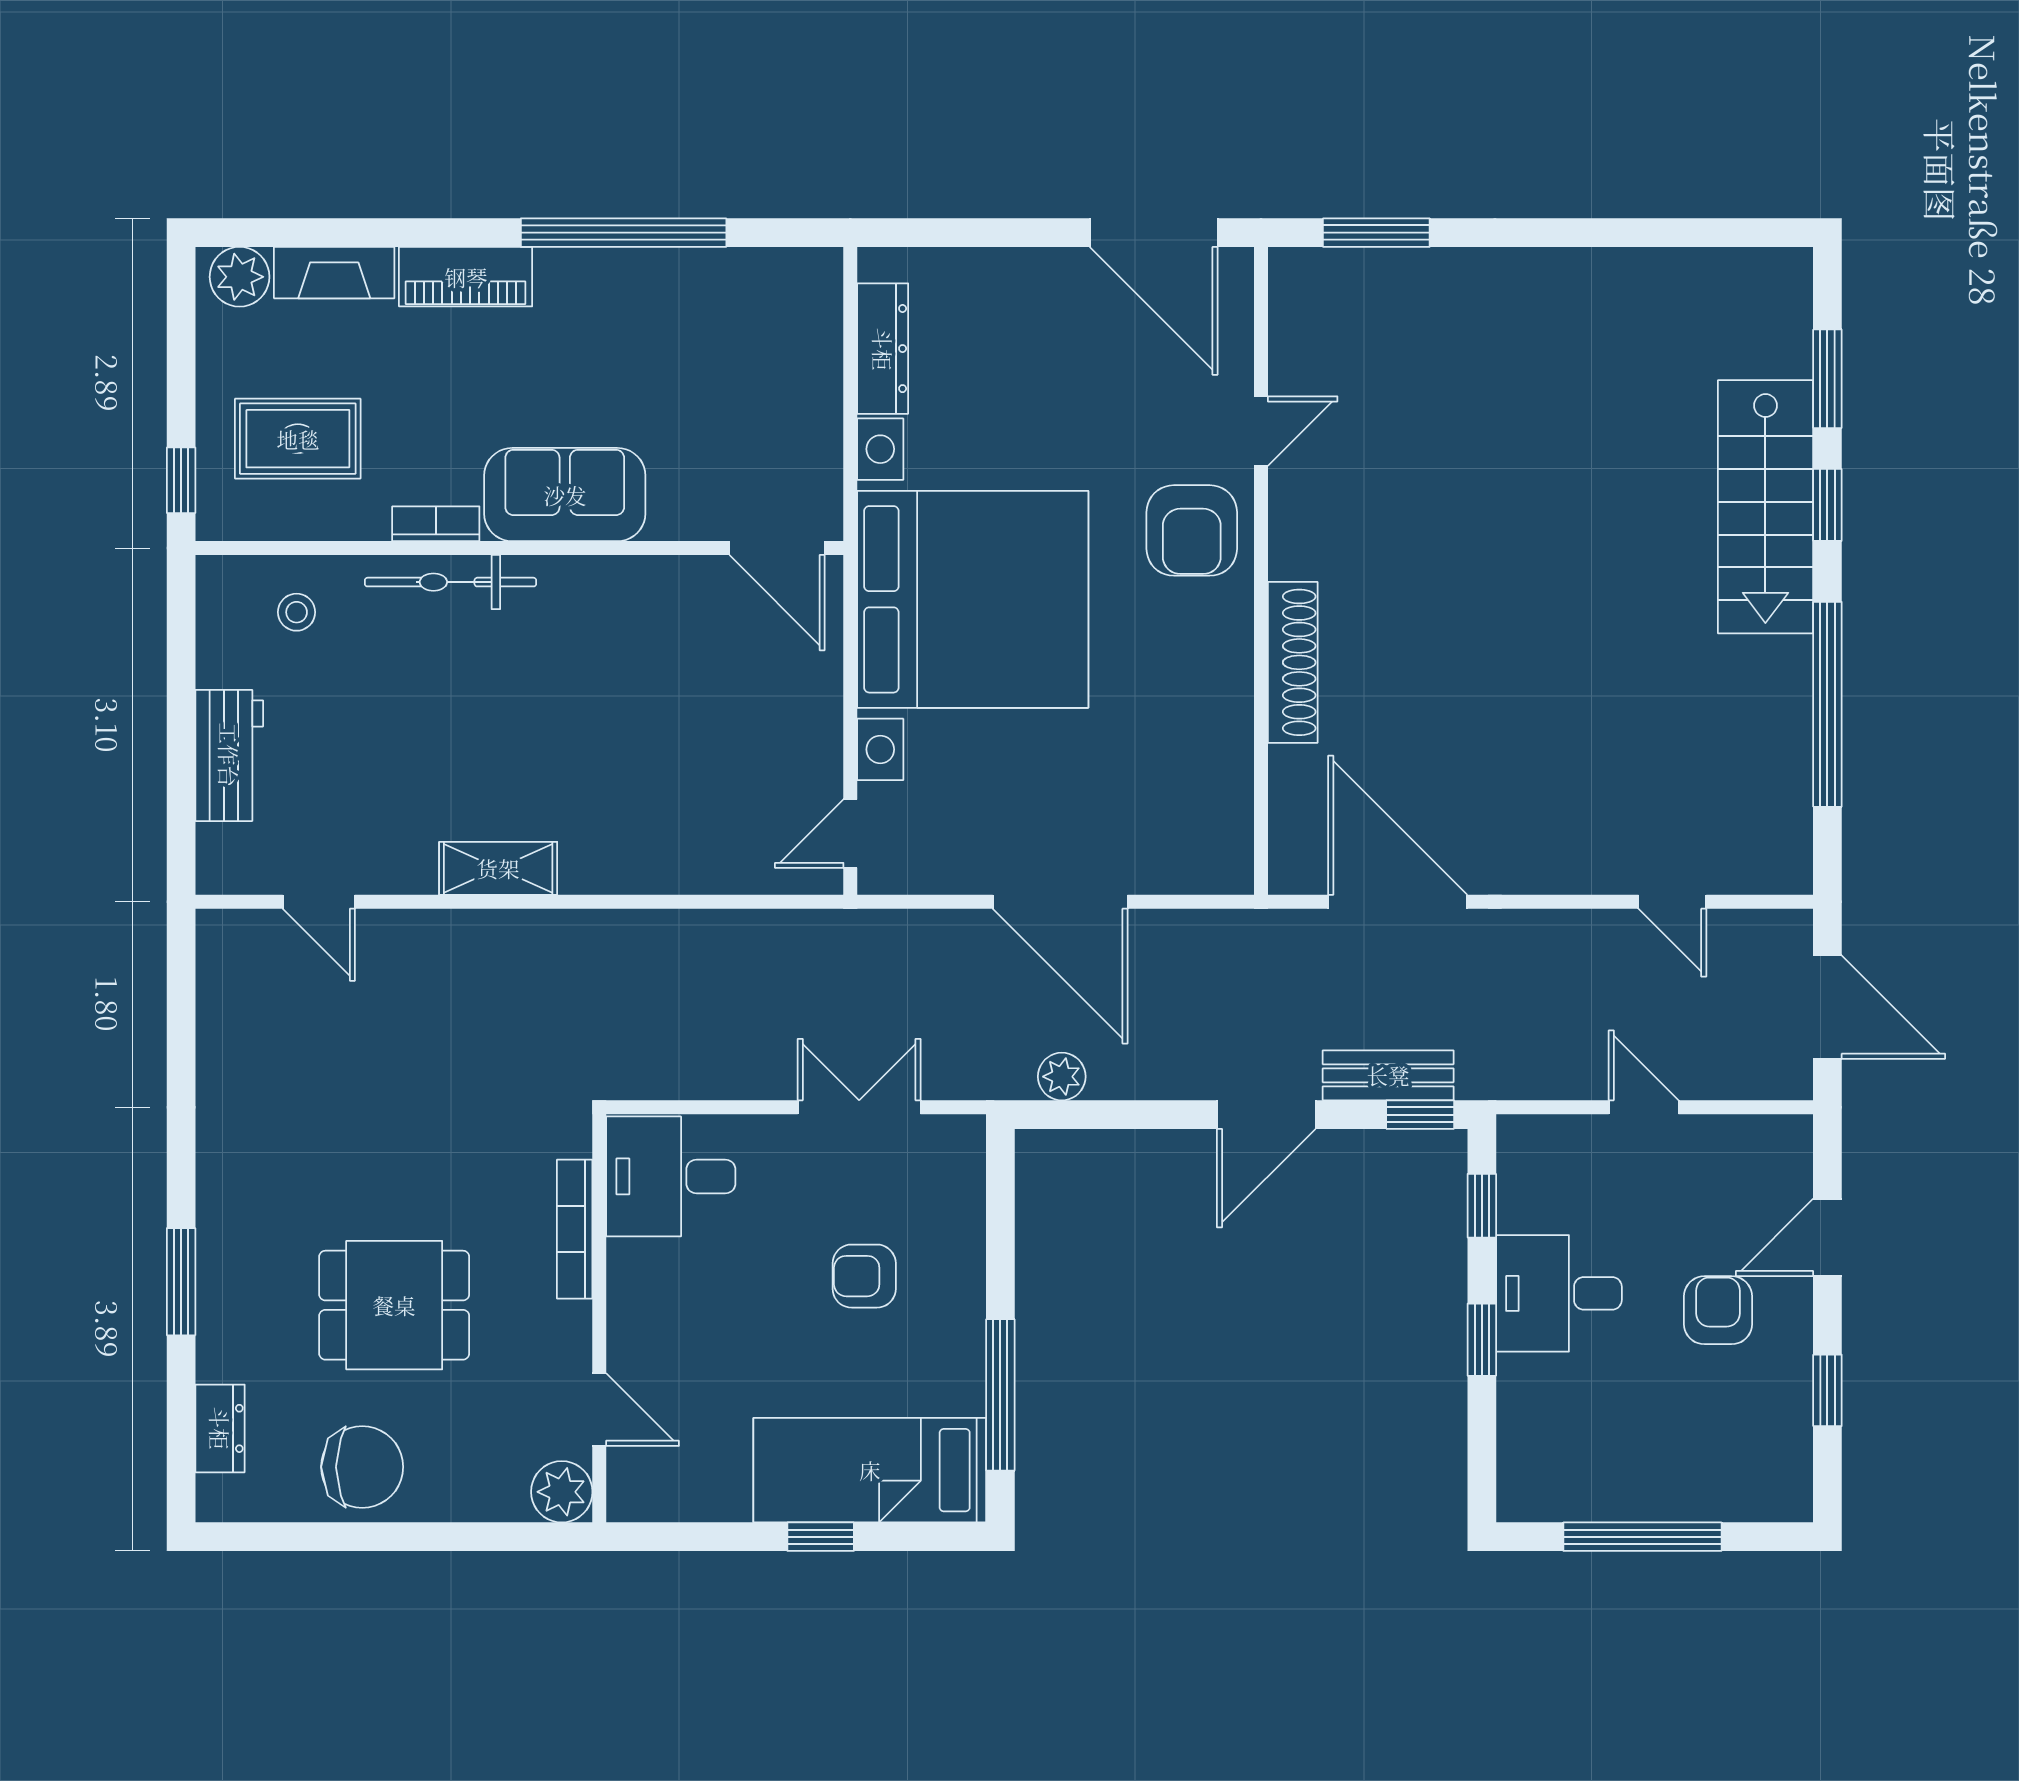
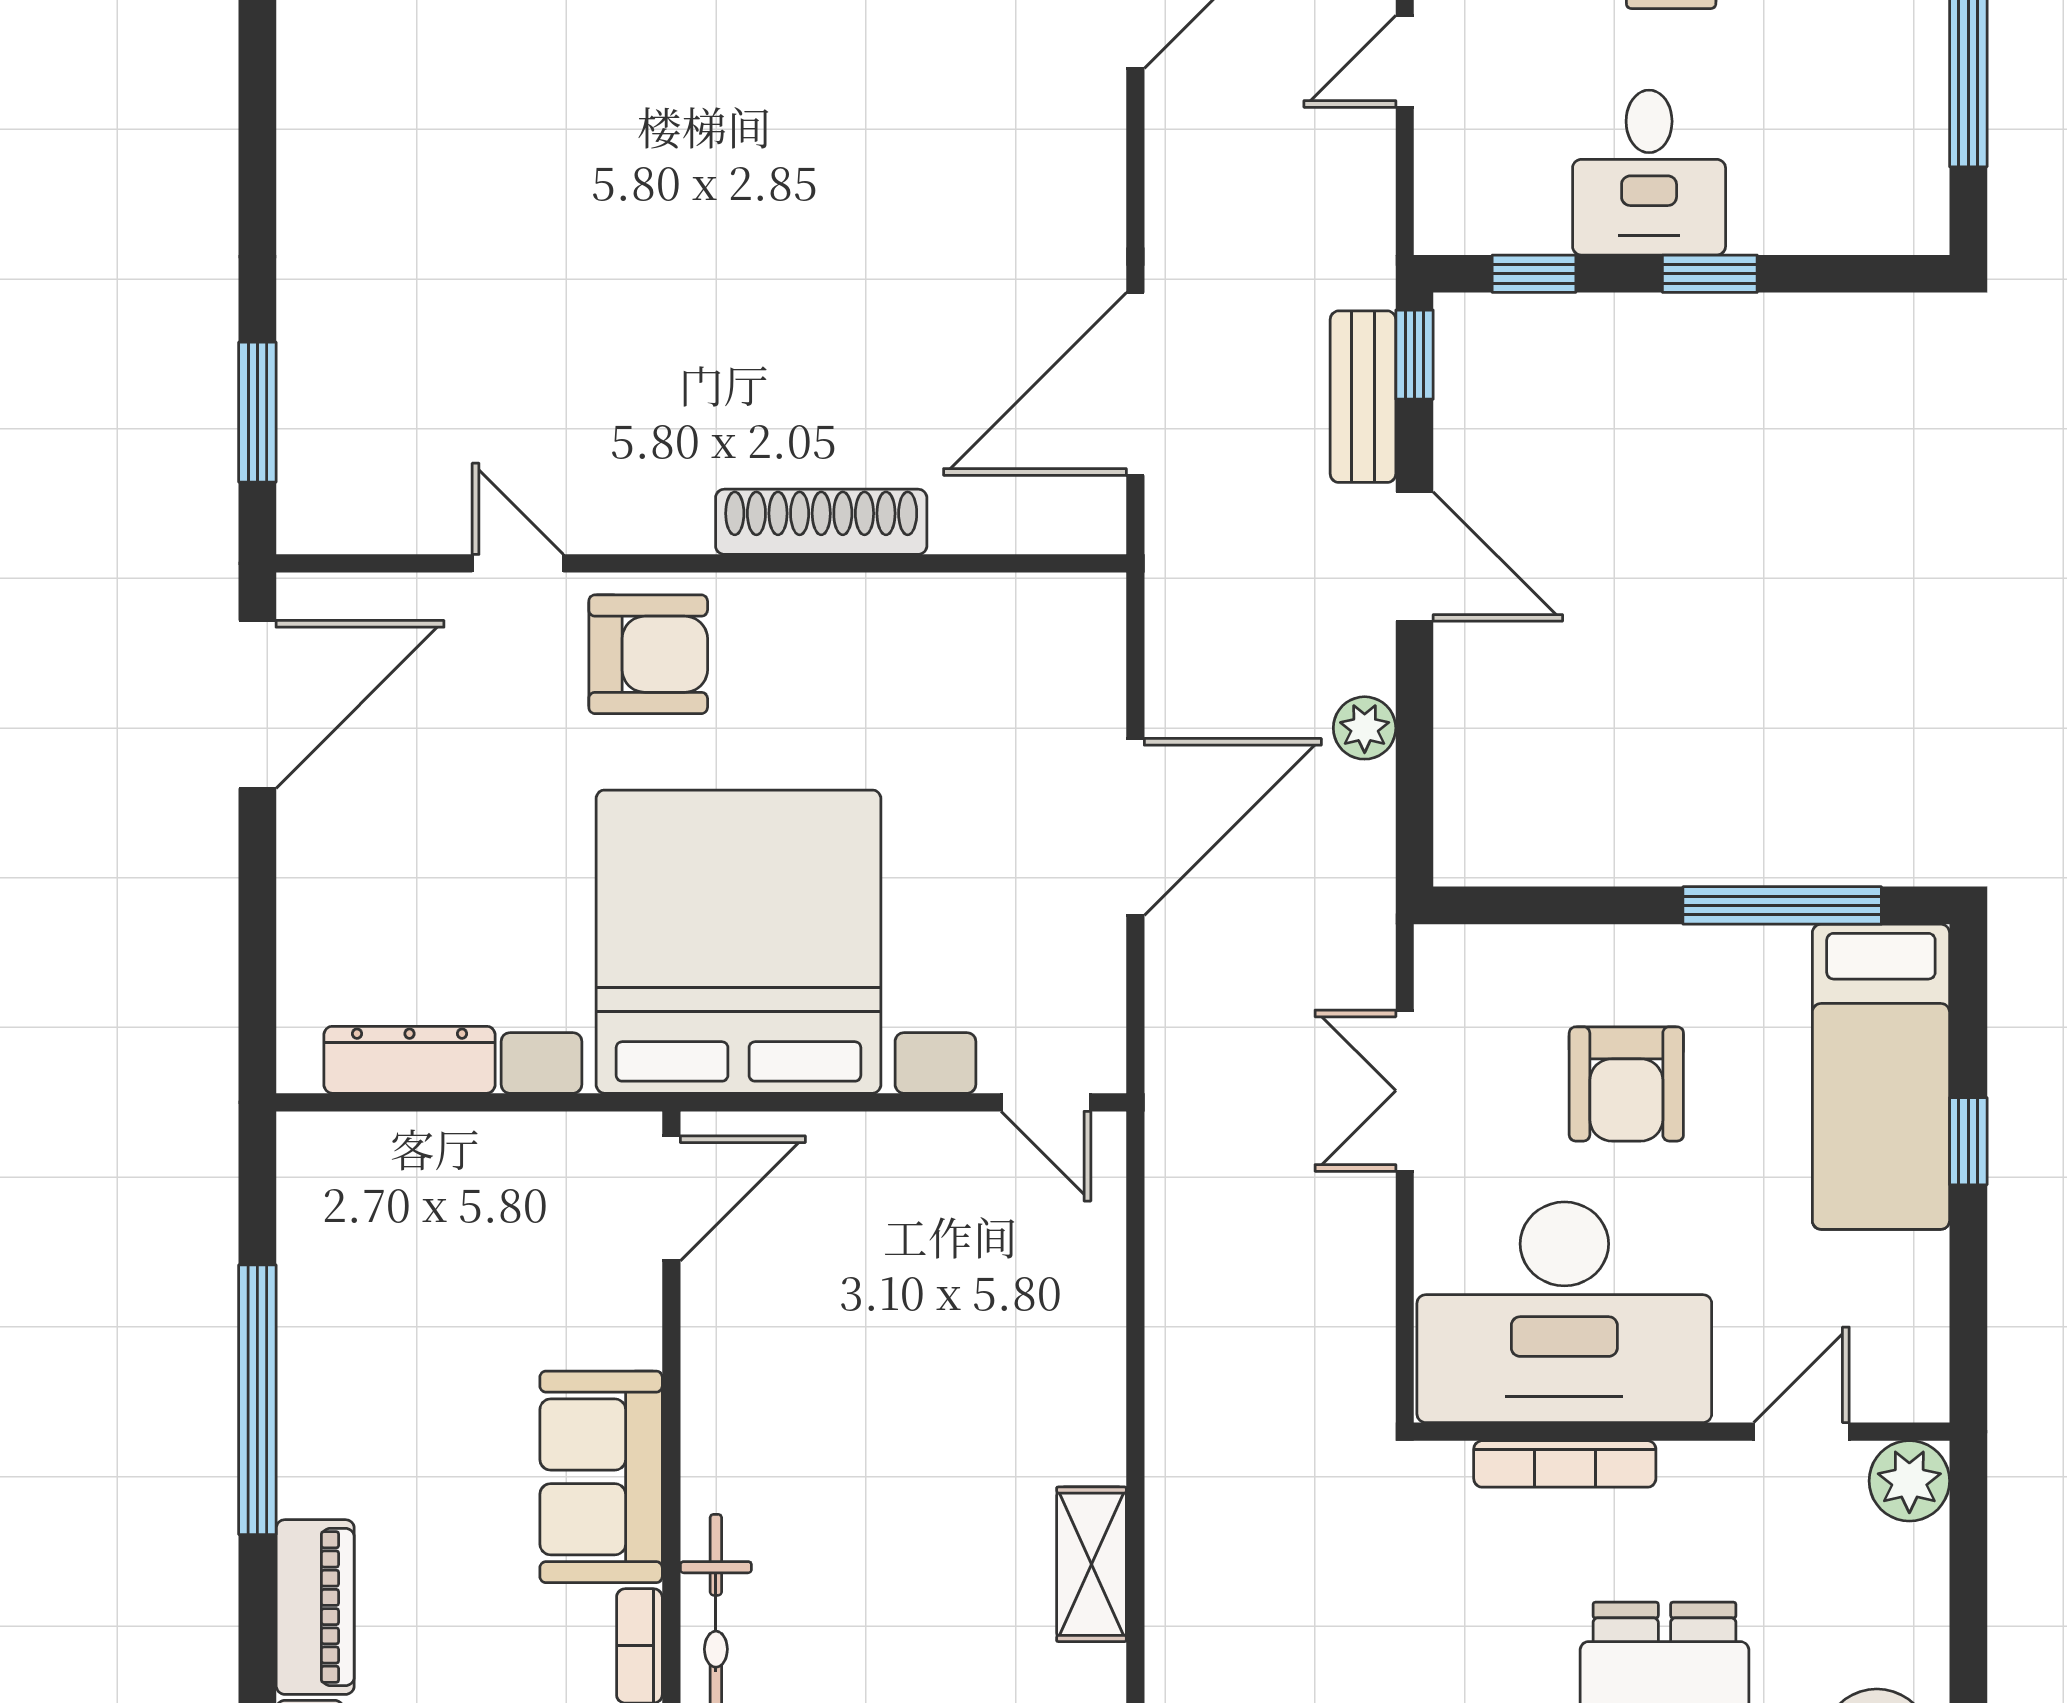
plant: (1062, 1077) -> (1365, 728), moved
desk: (671, 1176) -> (1564, 1312), width x1.87, depth x1.30
armchair: (864, 1276) -> (1626, 1084), width x1.38, depth x1.38

